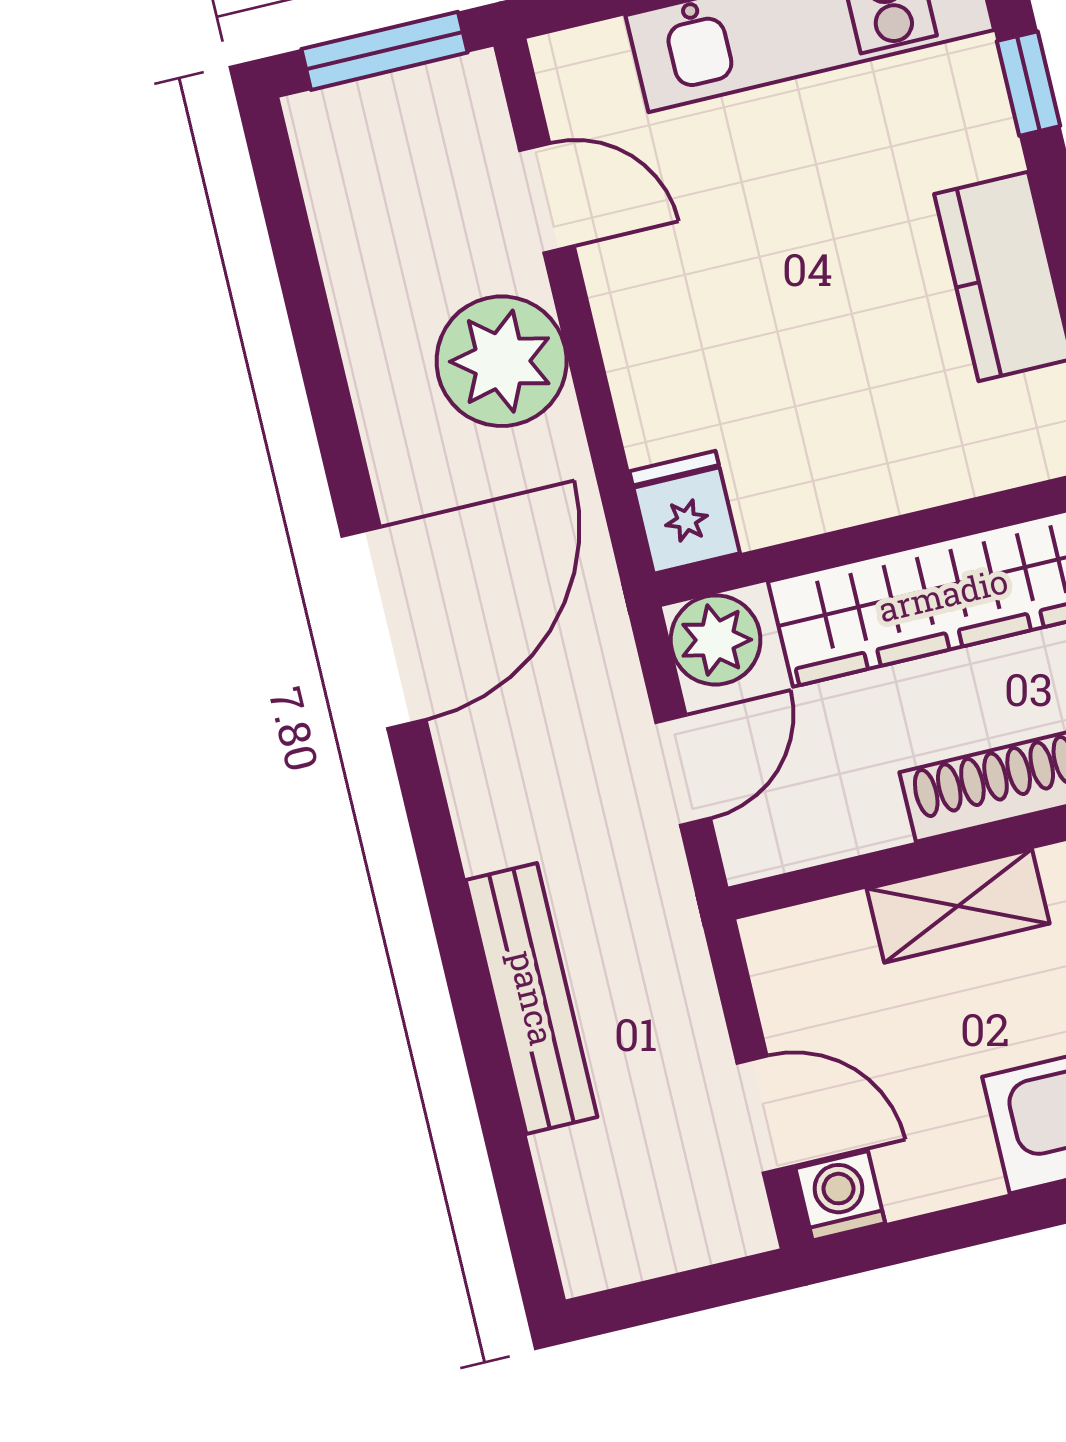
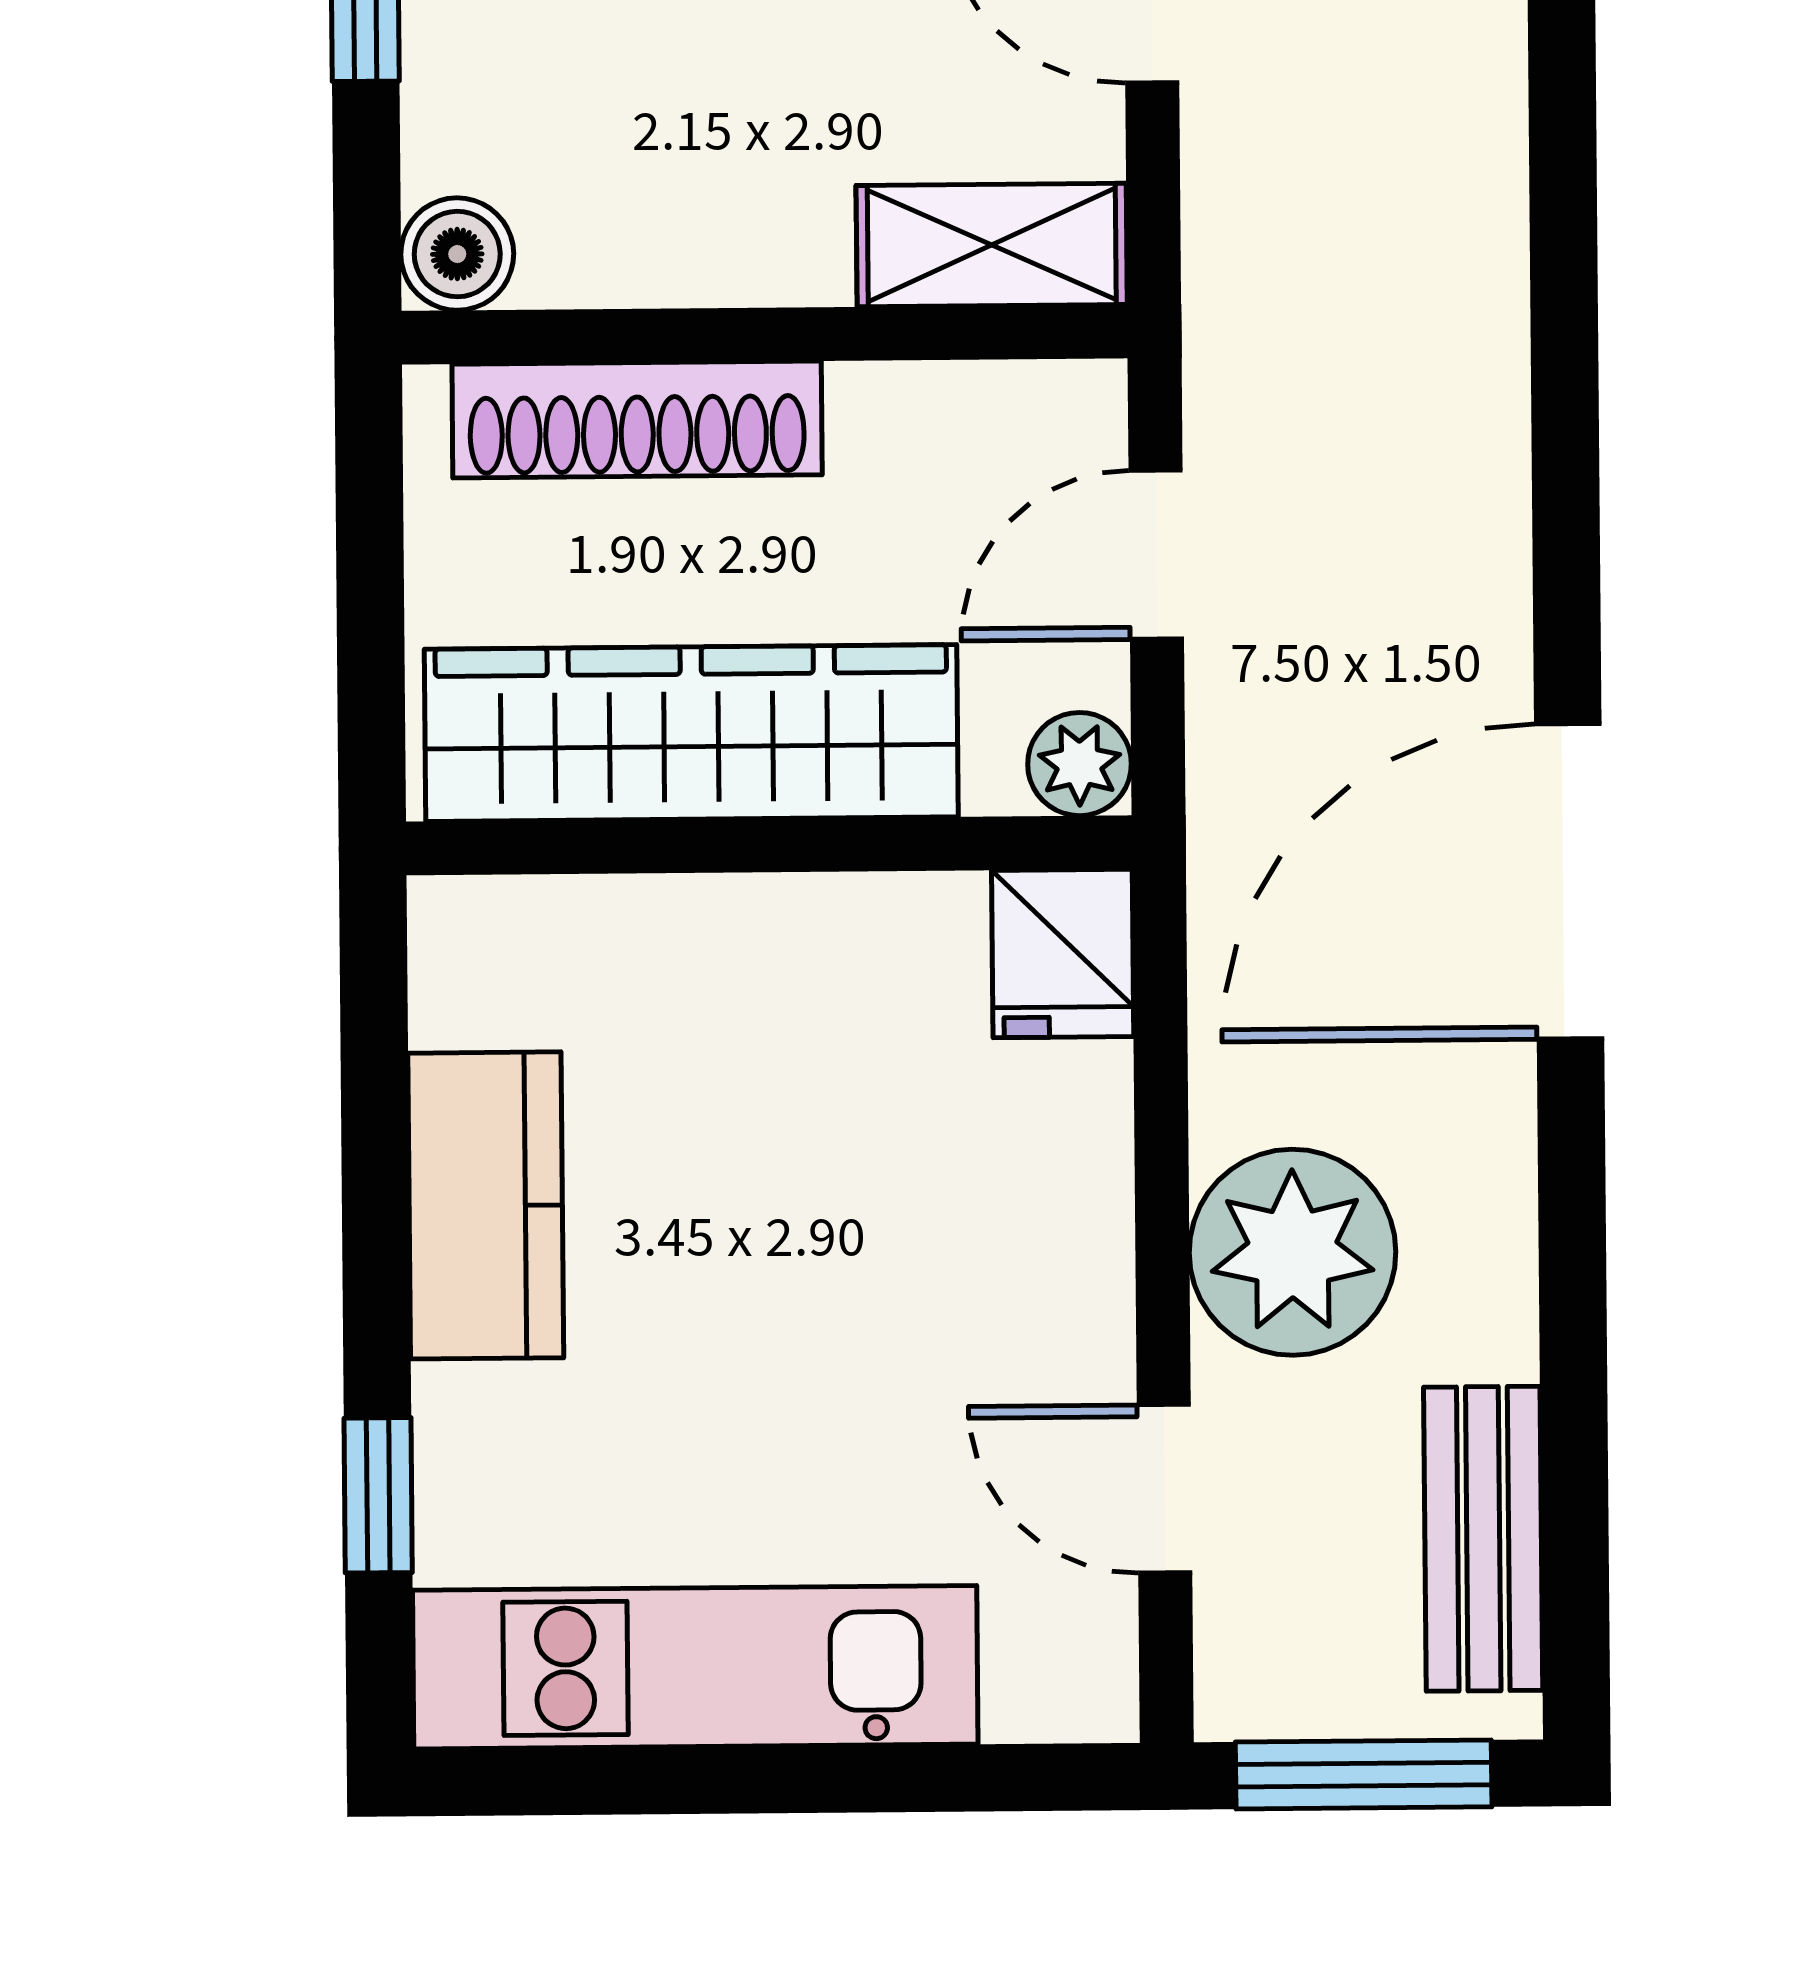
plant: (716, 640) -> (1080, 764), width x0.73, depth x0.73
shelving: (958, 906) -> (992, 245), moved
bench: (532, 998) -> (1483, 1539), moved, width x0.73

